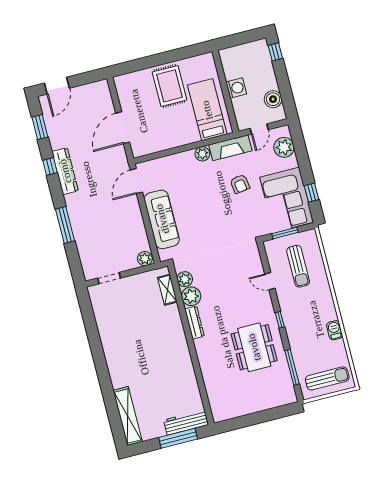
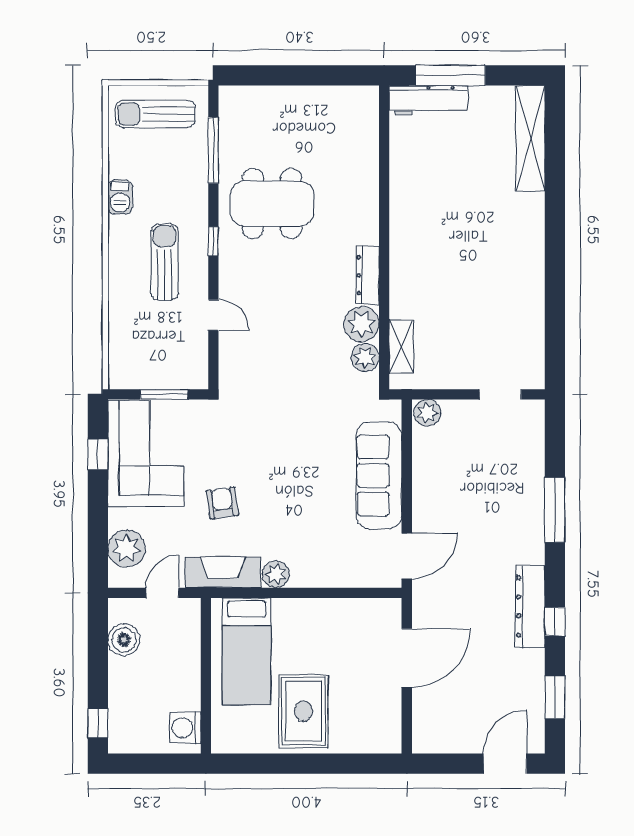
washing machine: (236, 88) -> (185, 728), moved
sun lounger: (298, 266) -> (165, 262), moved
dining table: (254, 347) -> (272, 204), turned 90

